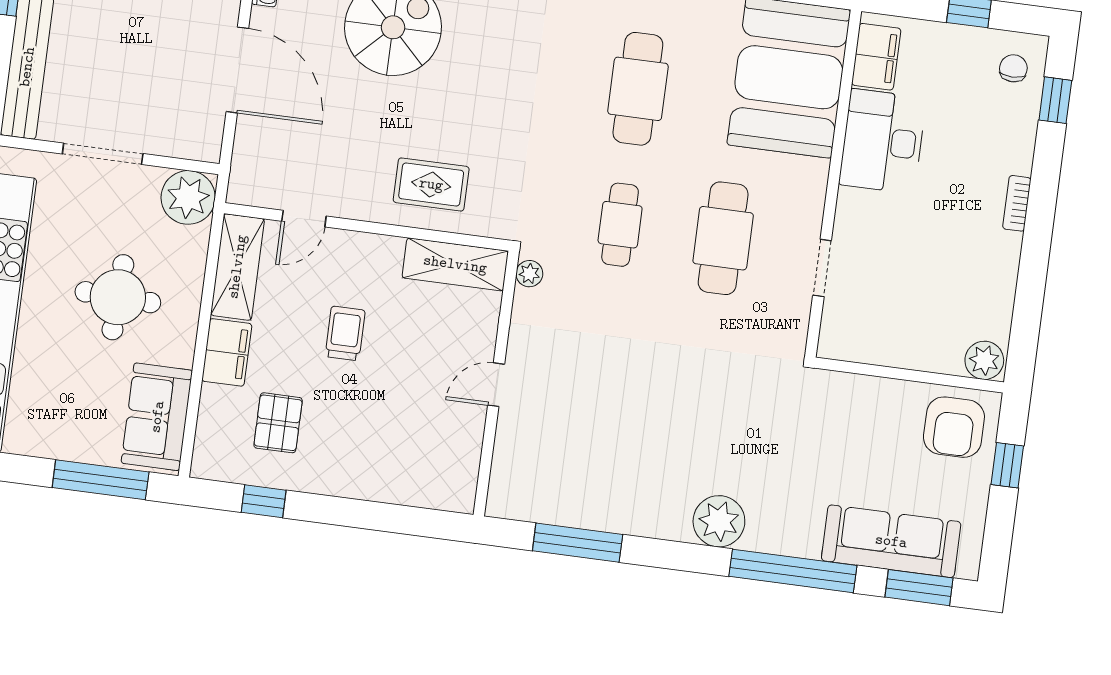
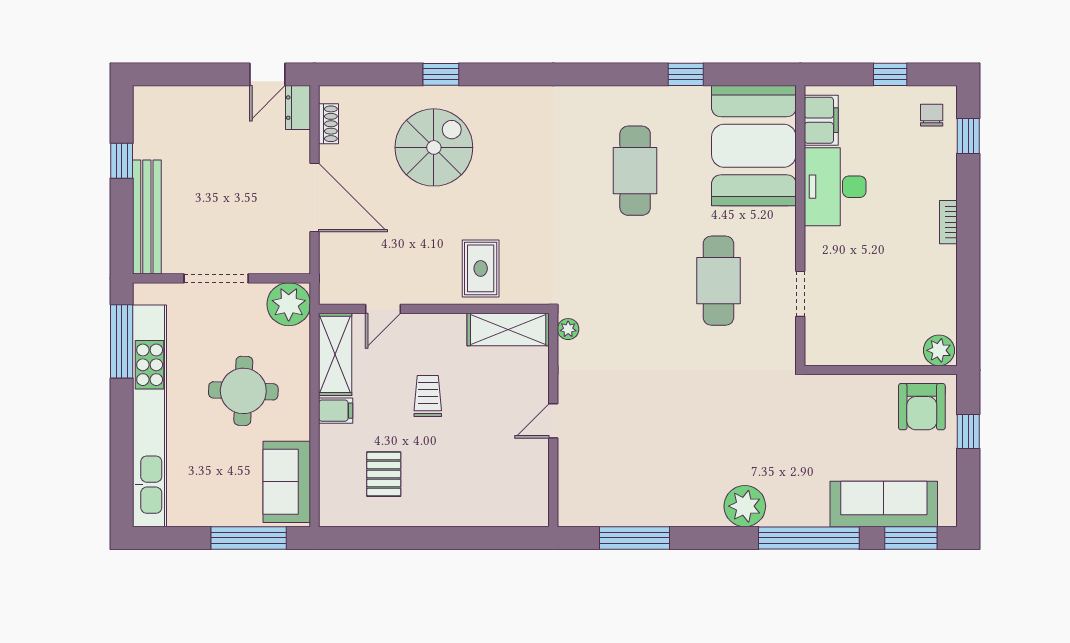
rug: (431, 184) -> (481, 268), turned 90
cafe table: (620, 225) -> (635, 281), removed
filing cabinet: (227, 352) -> (336, 411), width x0.50
window: (264, 501) -> (381, 538), removed

